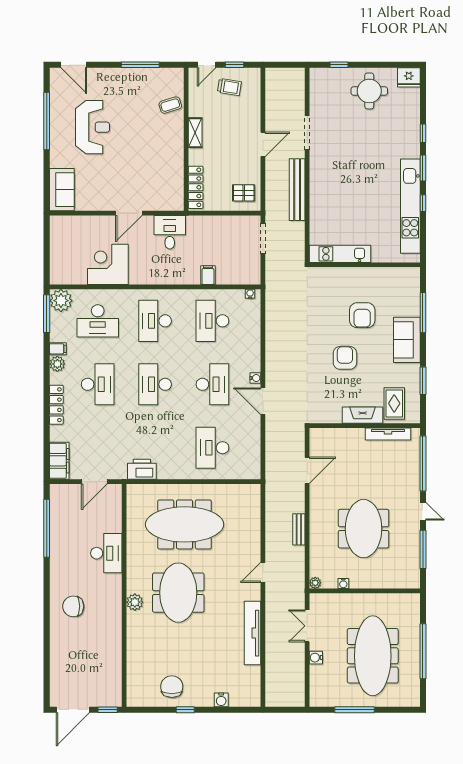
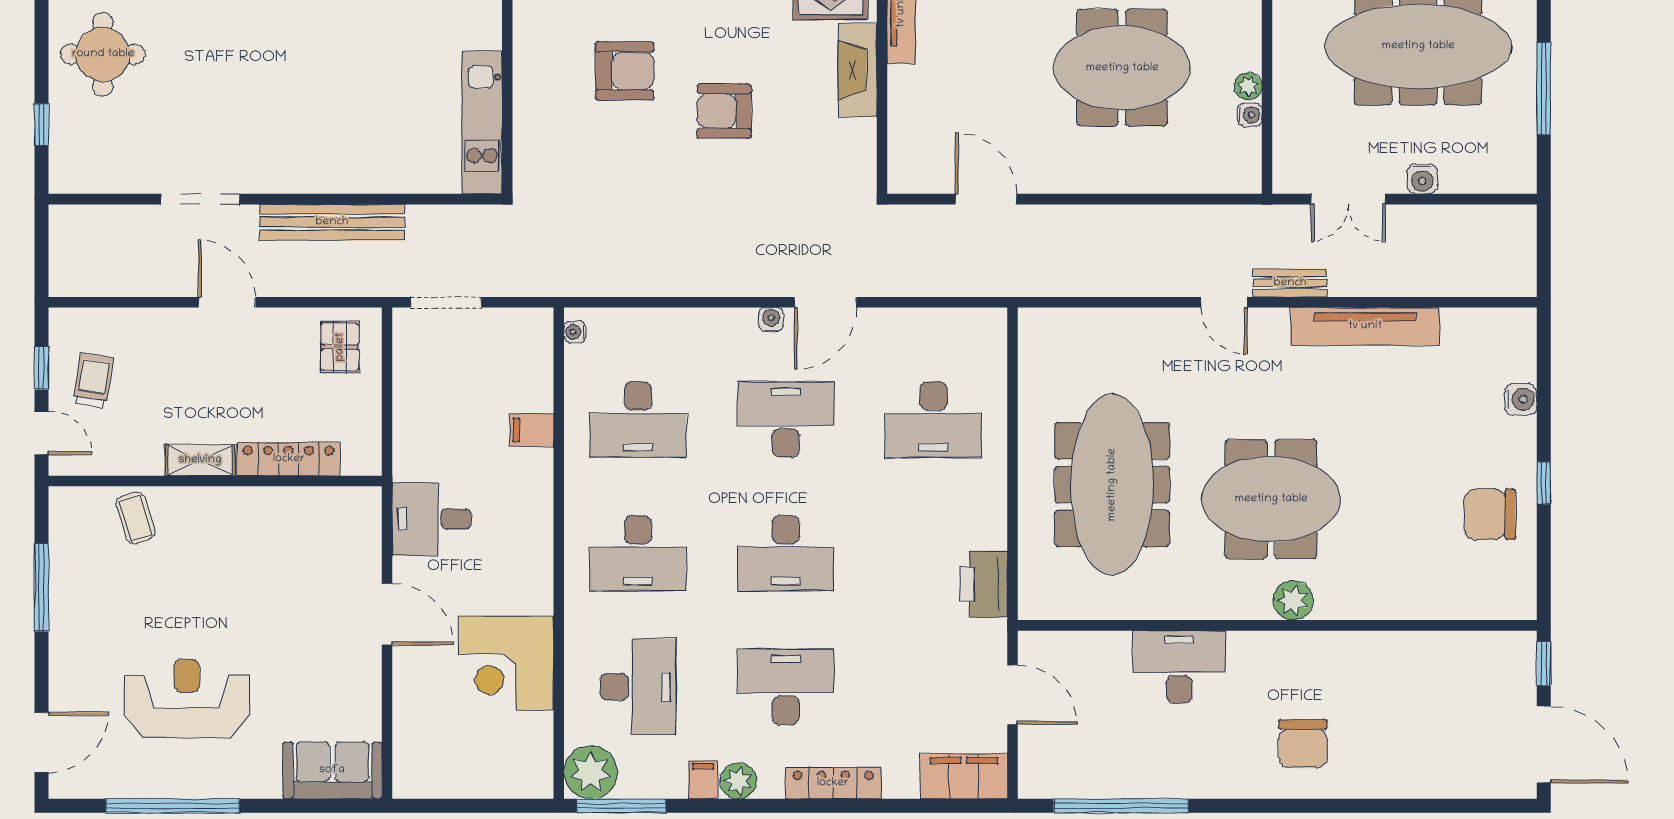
locker: (196, 187) -> (289, 459), moved
bench: (299, 529) -> (1290, 283), moved
plant: (315, 583) -> (1248, 86), moved

